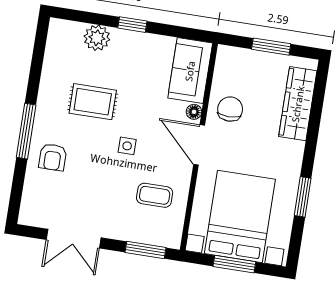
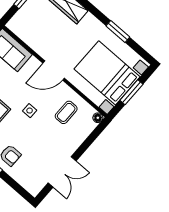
chair: (230, 109) -> (45, 41), removed
floor lamp: (194, 112) -> (98, 118), moved
window: (146, 250) -> (93, 136), removed

